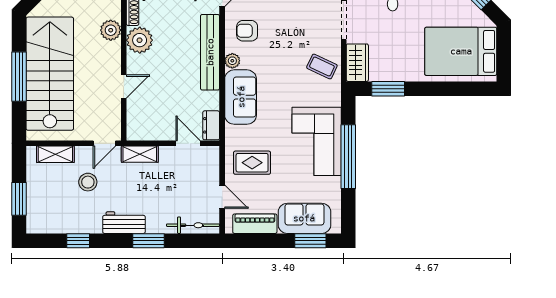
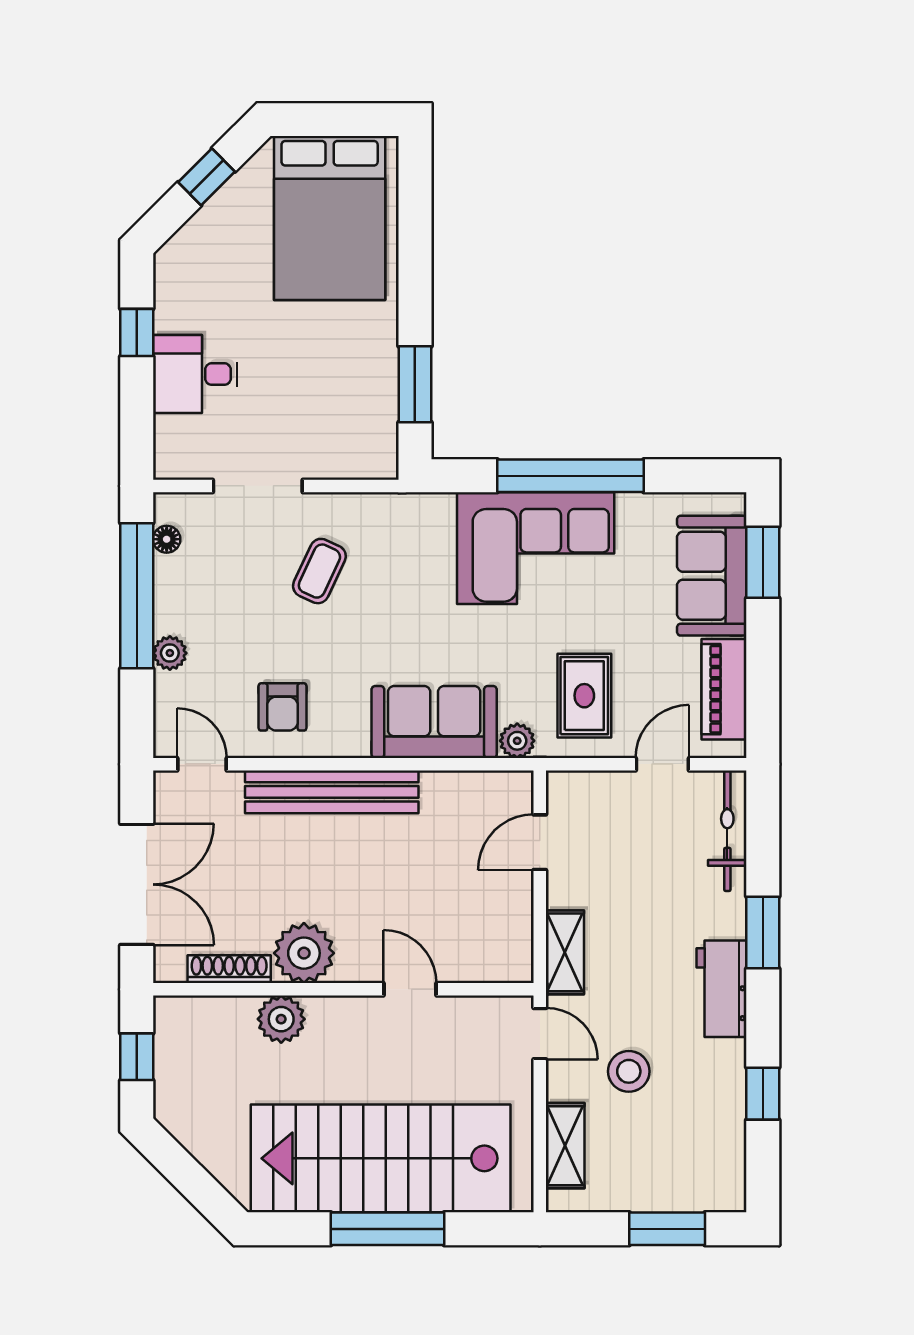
plant: (232, 61) -> (517, 741), moved
wardrobe: (357, 63) -> (355, 455), removed
coffee table: (322, 67) -> (319, 571), moved
dresser: (211, 125) -> (499, 789), removed

